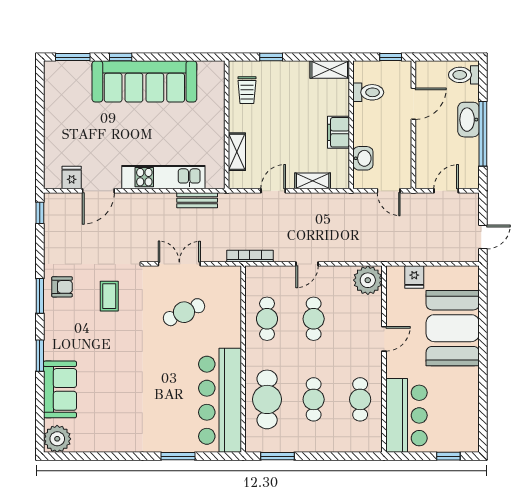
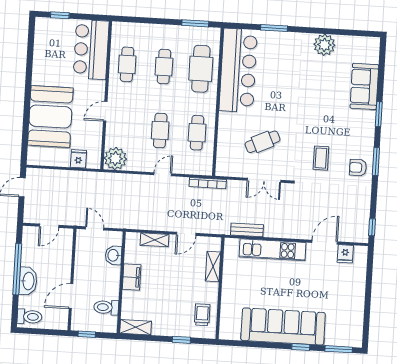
plant: (57, 439) -> (324, 45), moved

